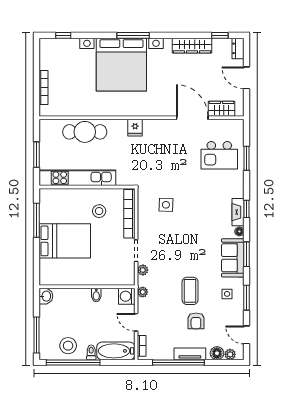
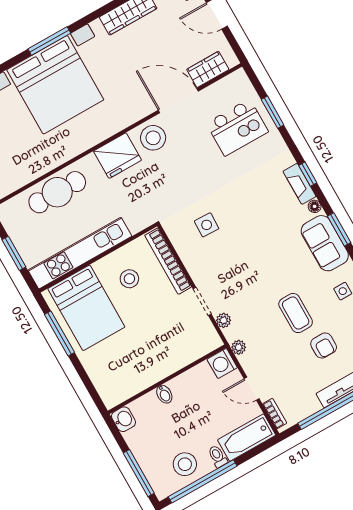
fridge: (135, 128) -> (118, 156), width x1.88, depth x1.34
stool: (163, 132) -> (153, 138), added
bed: (65, 241) -> (86, 308), moved, turned 90
bidet: (96, 295) -> (164, 394), moved

